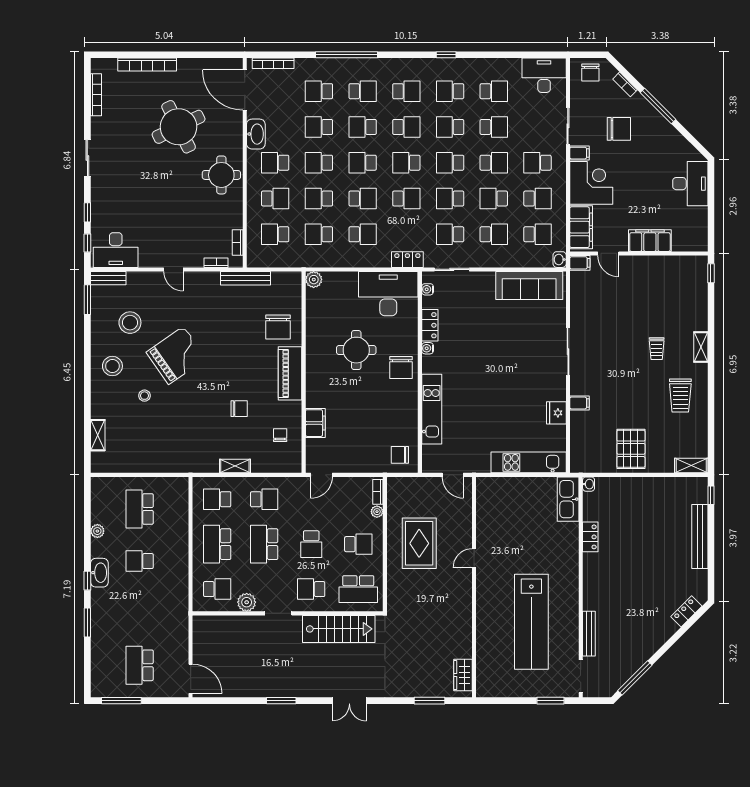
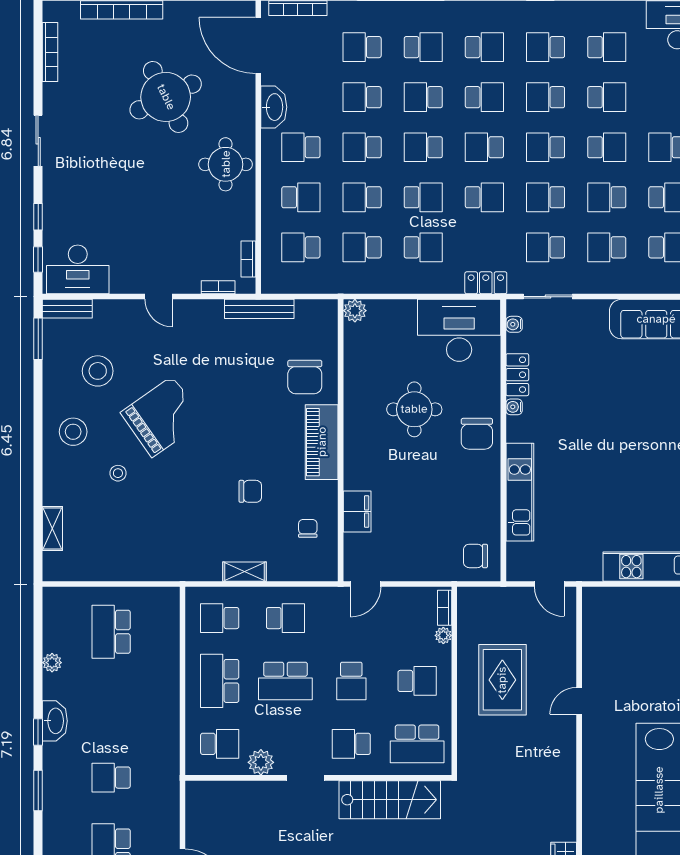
school desk: (494, 234) -> (607, 247), turned 180
school desk: (264, 544) -> (285, 681), turned -90
school desk: (140, 561) -> (111, 778), moved

